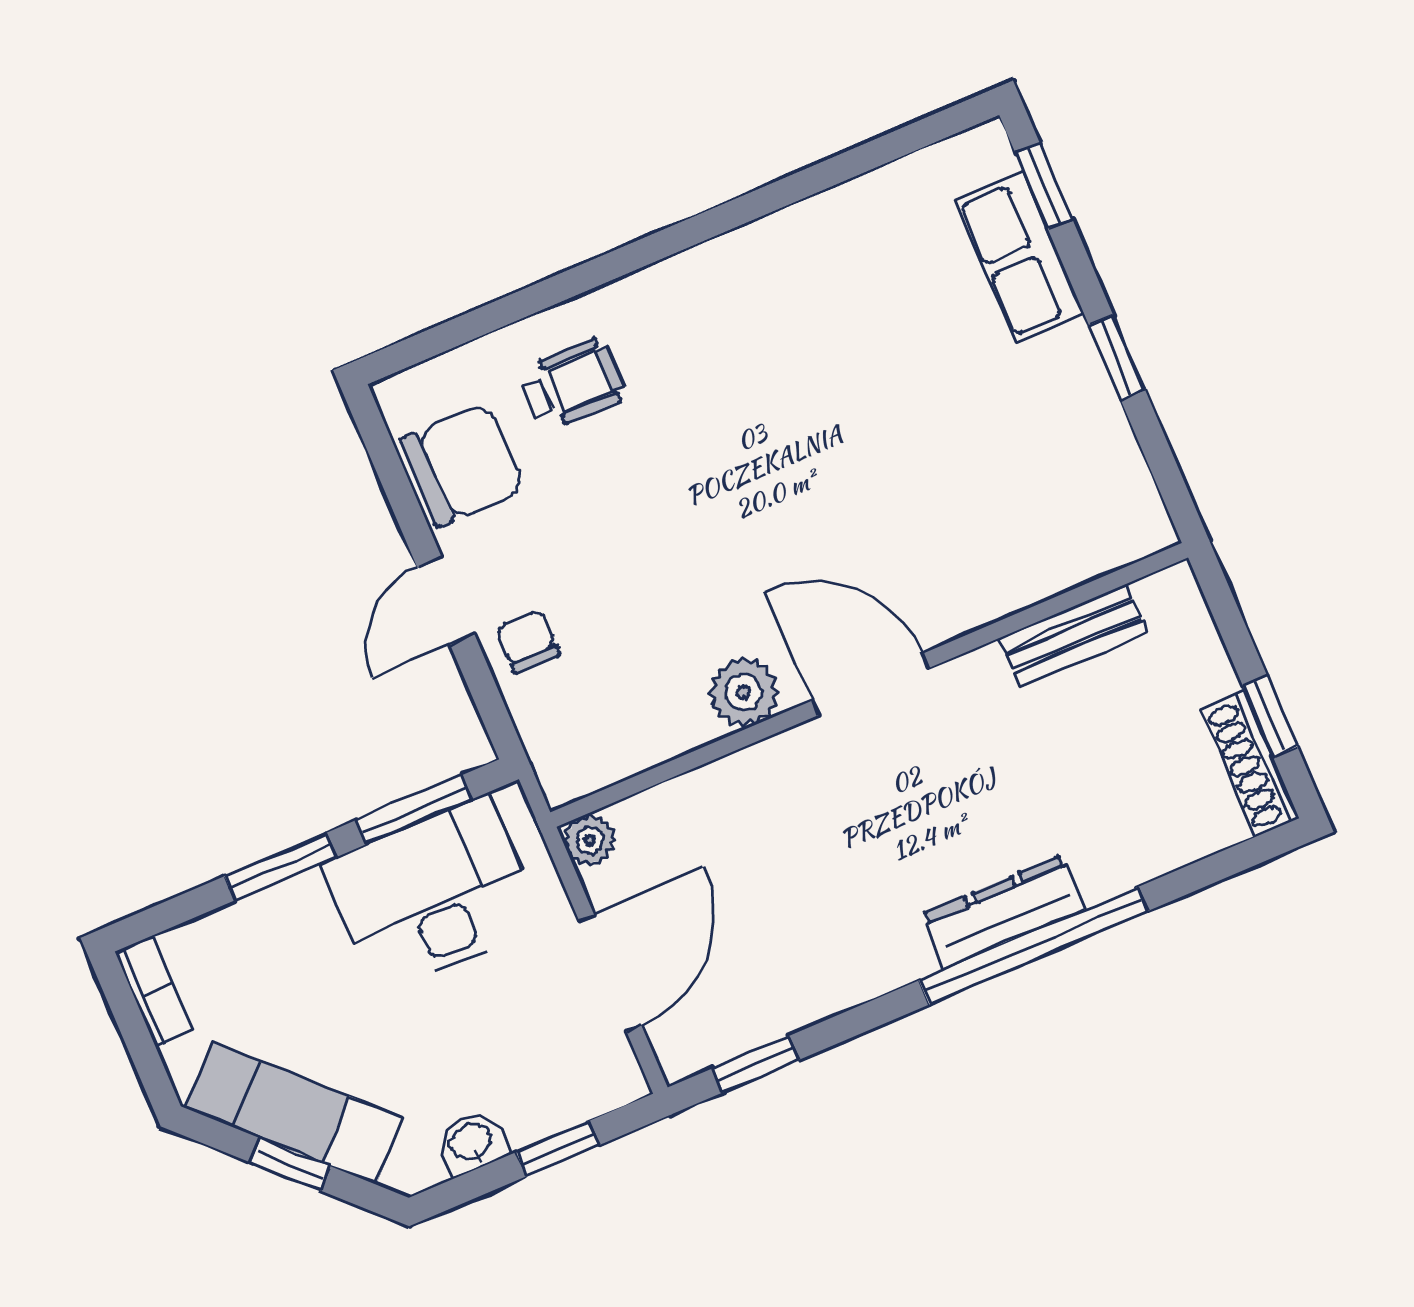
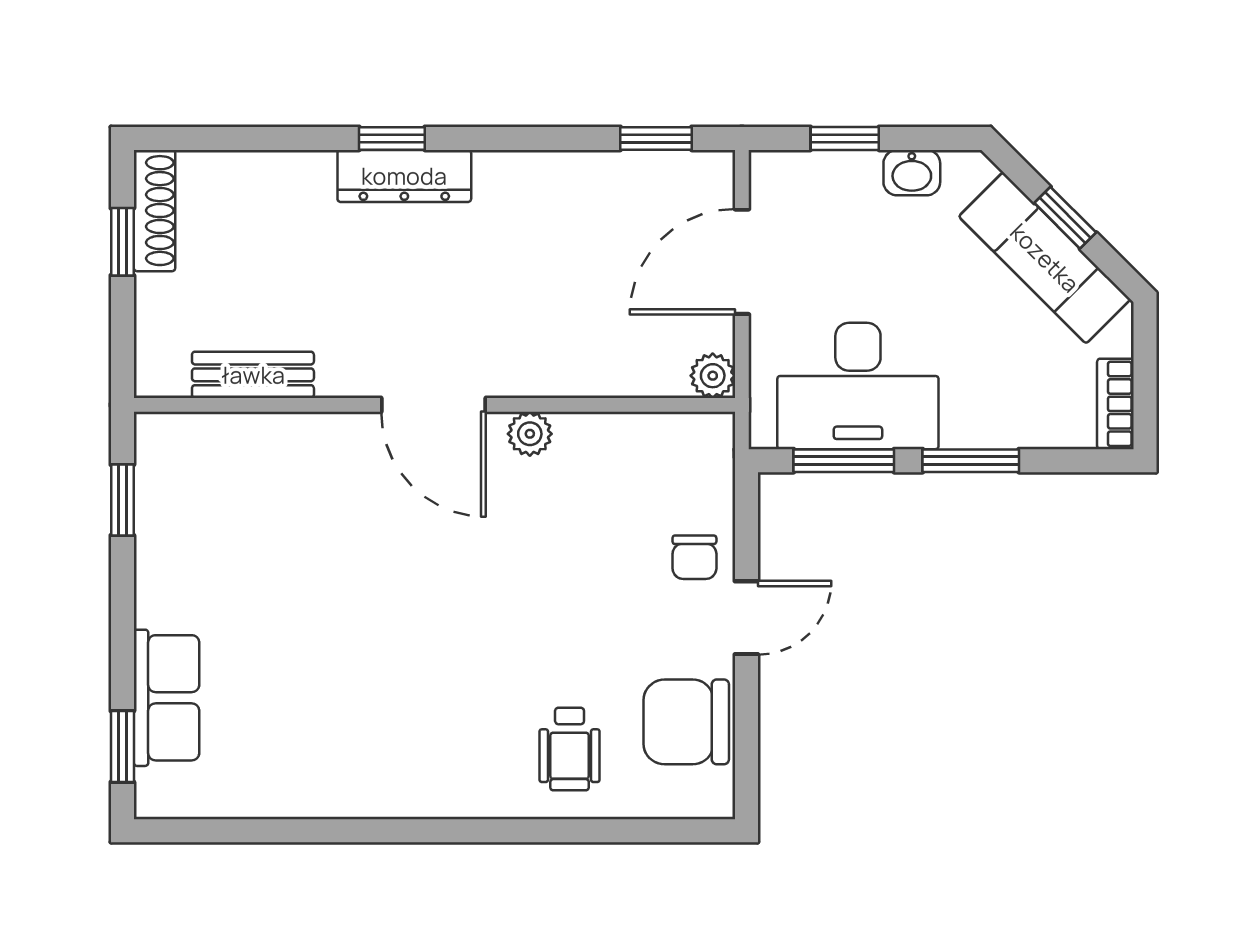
window: (1117, 357) -> (122, 500), moved
wheelchair: (573, 384) -> (570, 749), turned -90
plant: (744, 692) -> (530, 434), width x0.73, depth x0.73
window: (1033, 946) -> (392, 138), width x0.32

